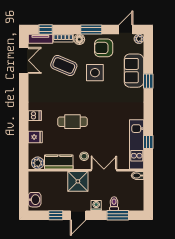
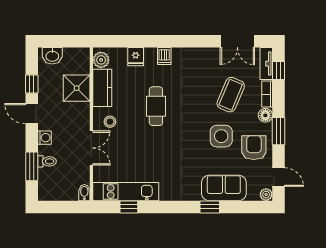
shower: (78, 181) -> (77, 88), moved

